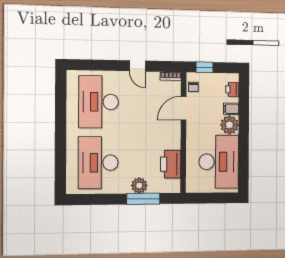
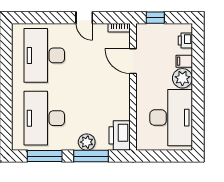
chair: (193, 87) -> (143, 38), removed
door: (184, 108) -> (133, 61), hinge flipped
printer: (171, 164) -> (120, 135), moved
window: (98, 199) -> (45, 156), added

